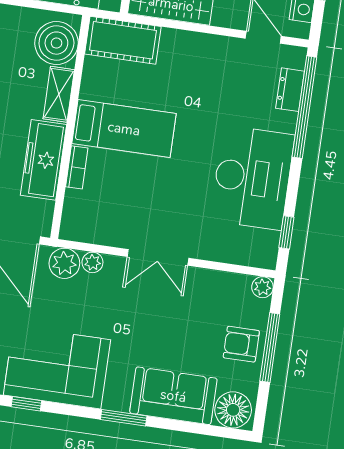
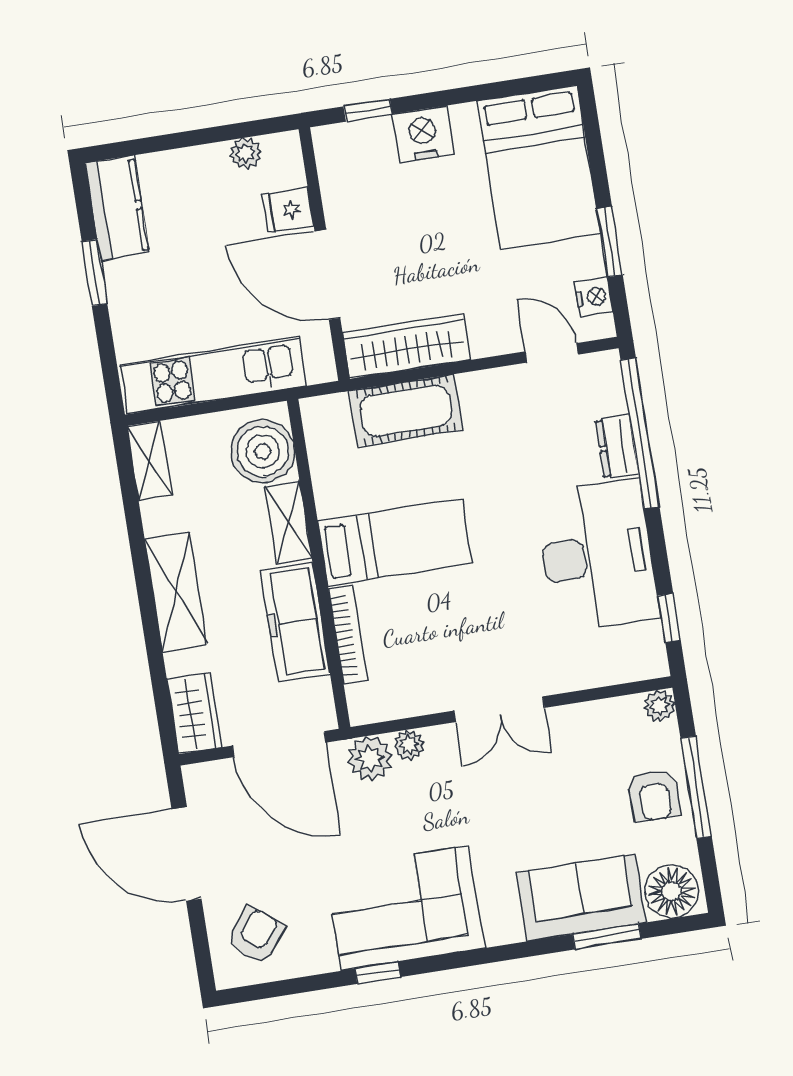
cot: (123, 40) -> (406, 410), moved
dresser: (290, 90) -> (617, 447), moved
bookcase: (77, 167) -> (348, 635), width x1.56
armchair: (241, 344) -> (654, 795), turned -90
window: (124, 418) -> (607, 937), moved

